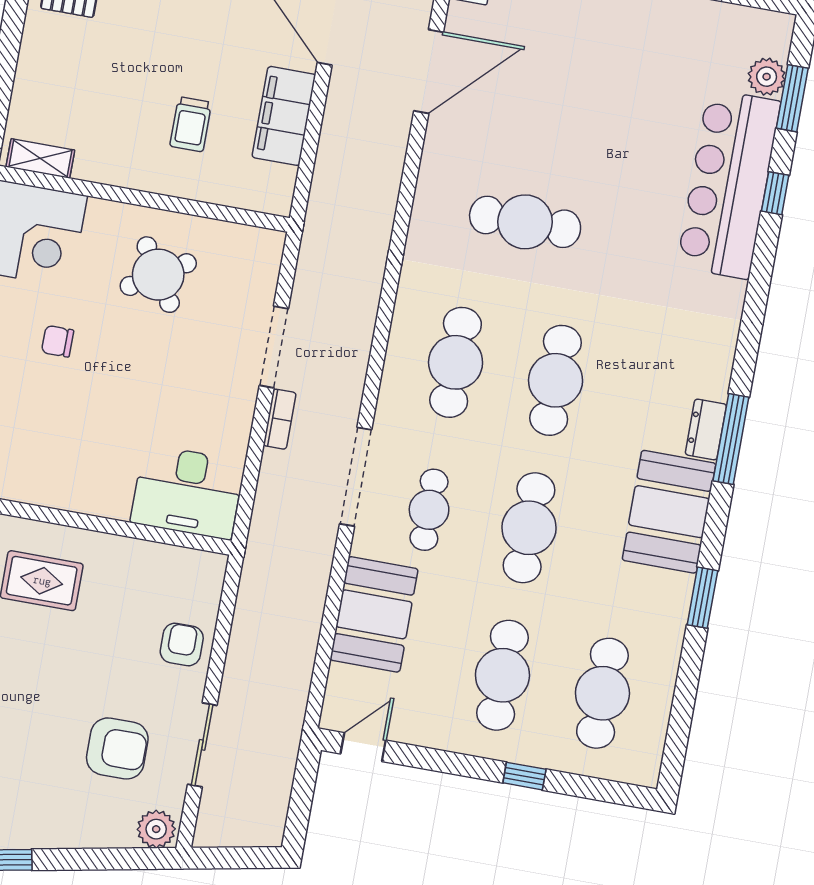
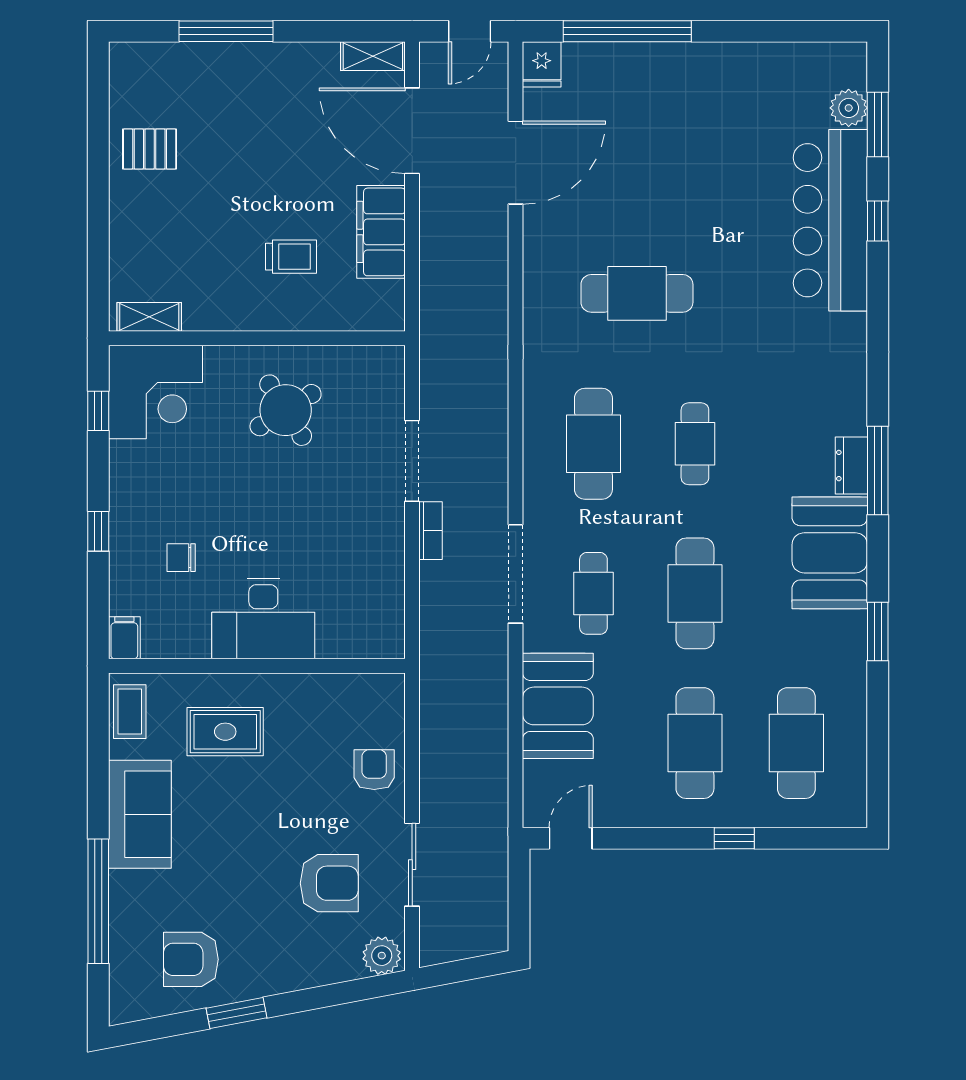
trolley: (191, 124) -> (291, 257), turned -90
chair: (58, 341) -> (181, 558), moved
cafe table: (556, 380) -> (695, 444), width x0.73, depth x0.74
desk: (187, 492) -> (263, 619), moved

